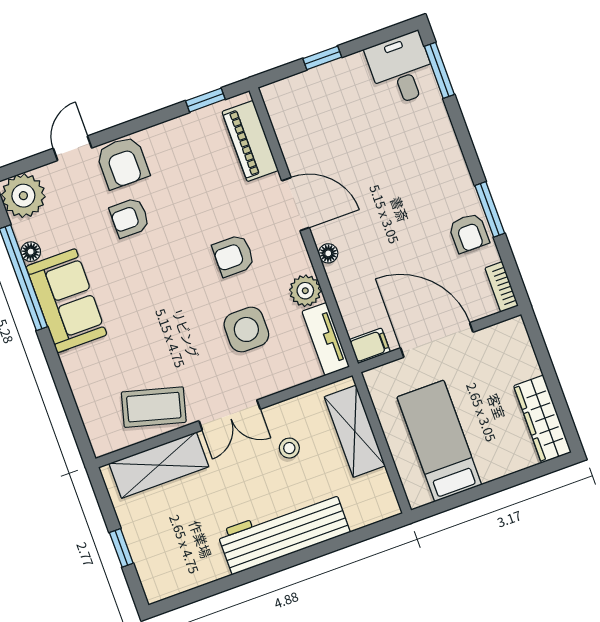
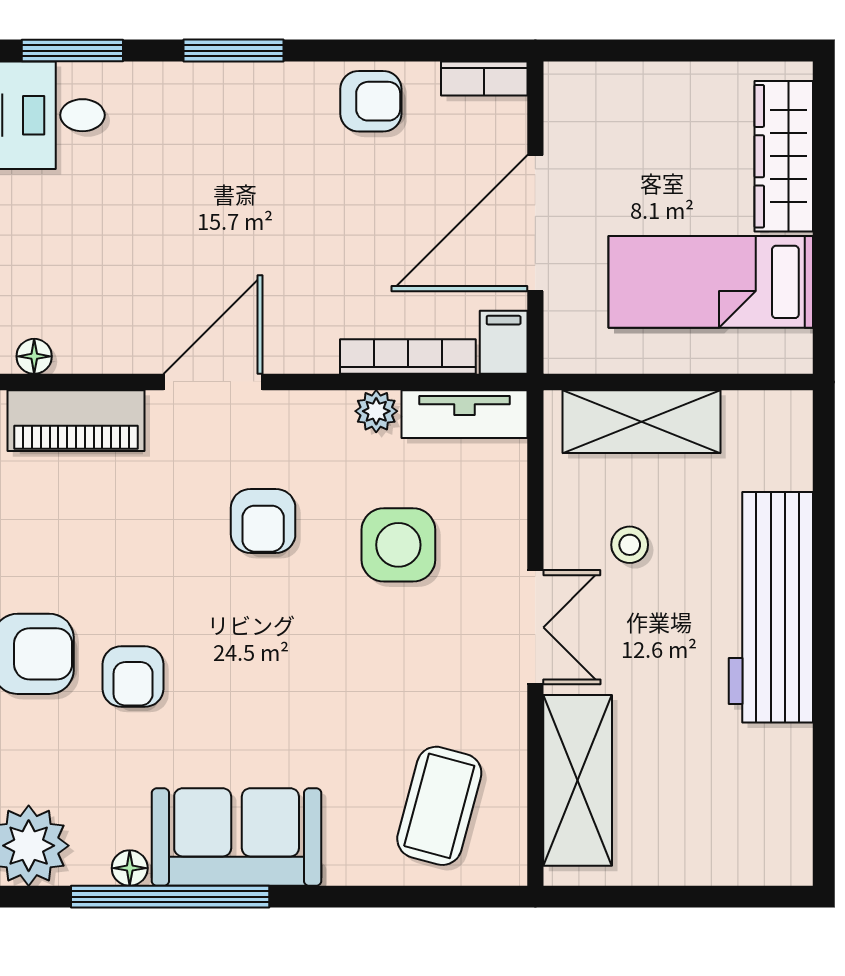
window: (490, 209) -> (234, 51), moved
floor lamp: (328, 253) -> (34, 356), moved
plant: (305, 291) -> (376, 411), width x0.73, depth x0.73
bookcase: (345, 299) -> (408, 357), added
coffee table: (154, 407) -> (439, 806), moved
wardrobe: (542, 419) -> (784, 156), moved, turned 90
window: (121, 548) -> (697, 897), removed

